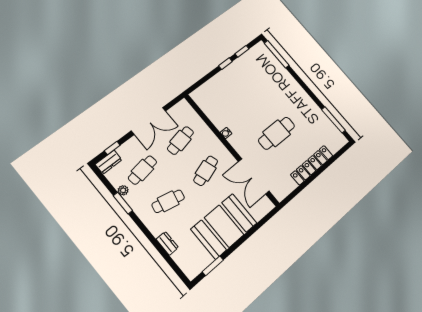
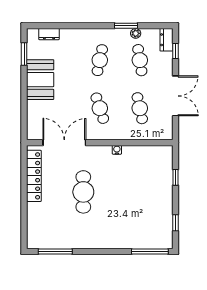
window: (225, 64) -> (176, 177), moved
double door: (149, 121) -> (176, 96), swing flipped
locker: (312, 165) -> (34, 176), moved
booth: (224, 226) -> (40, 80), width x0.73, depth x0.70
dresser: (167, 243) -> (49, 34), moved

